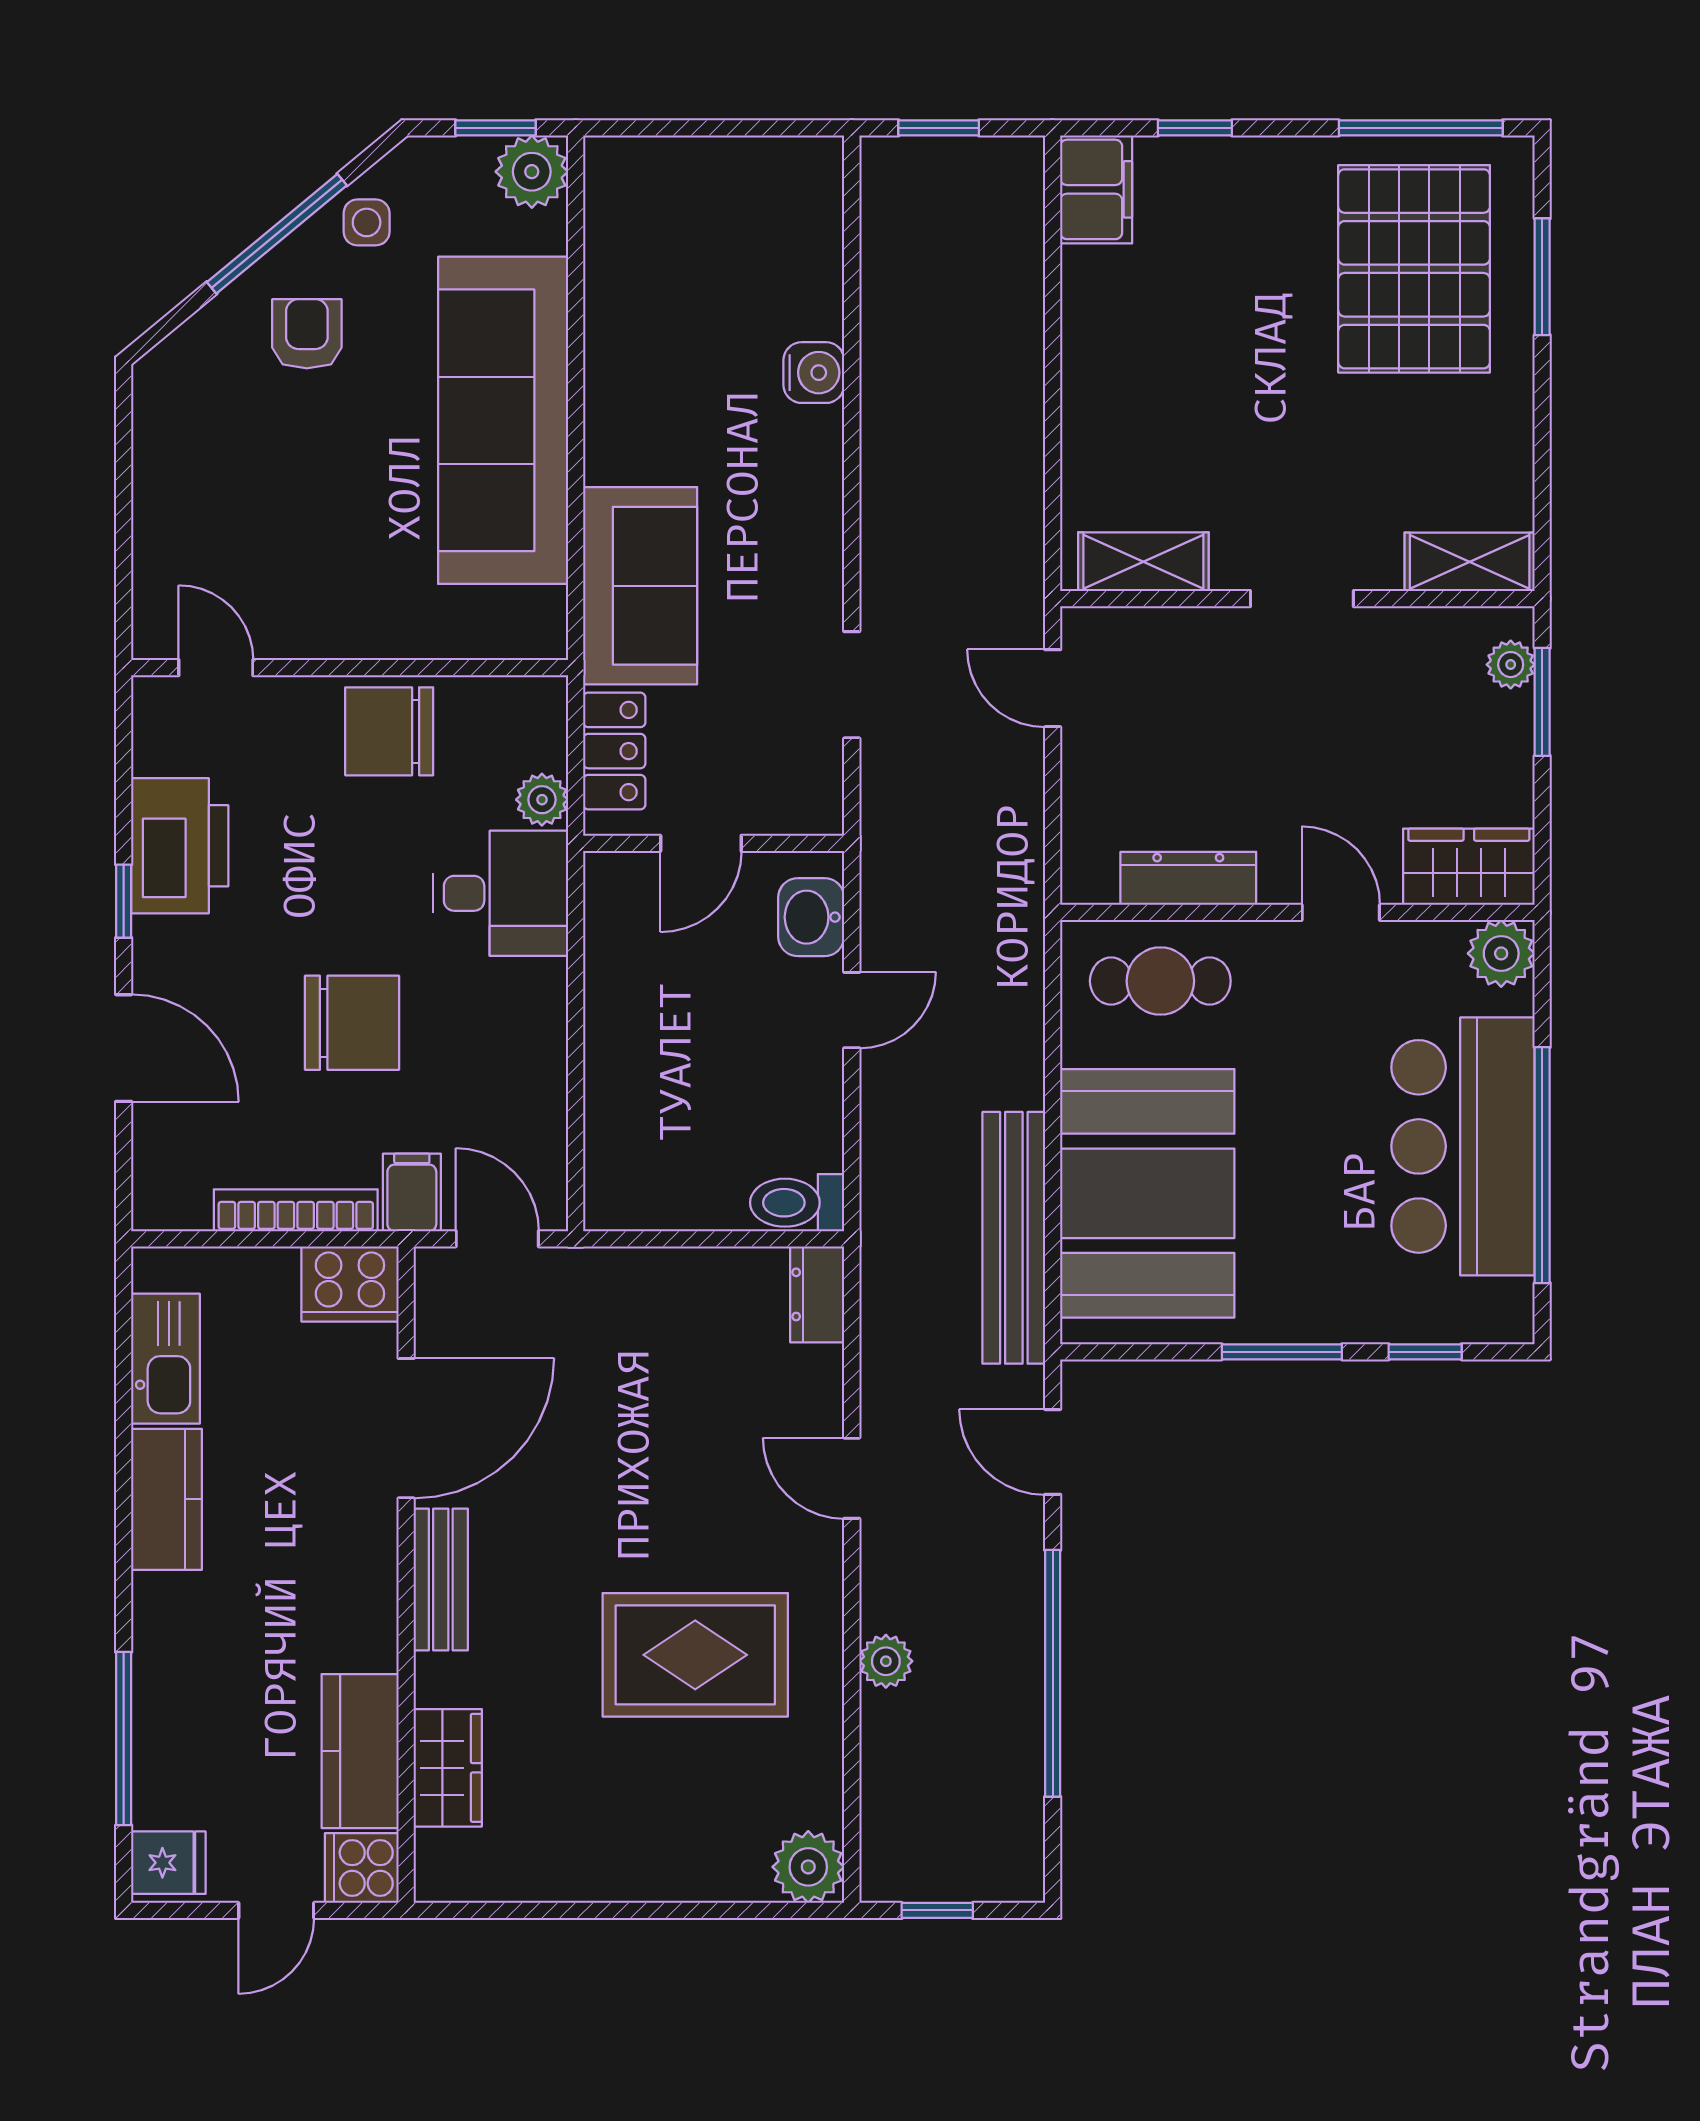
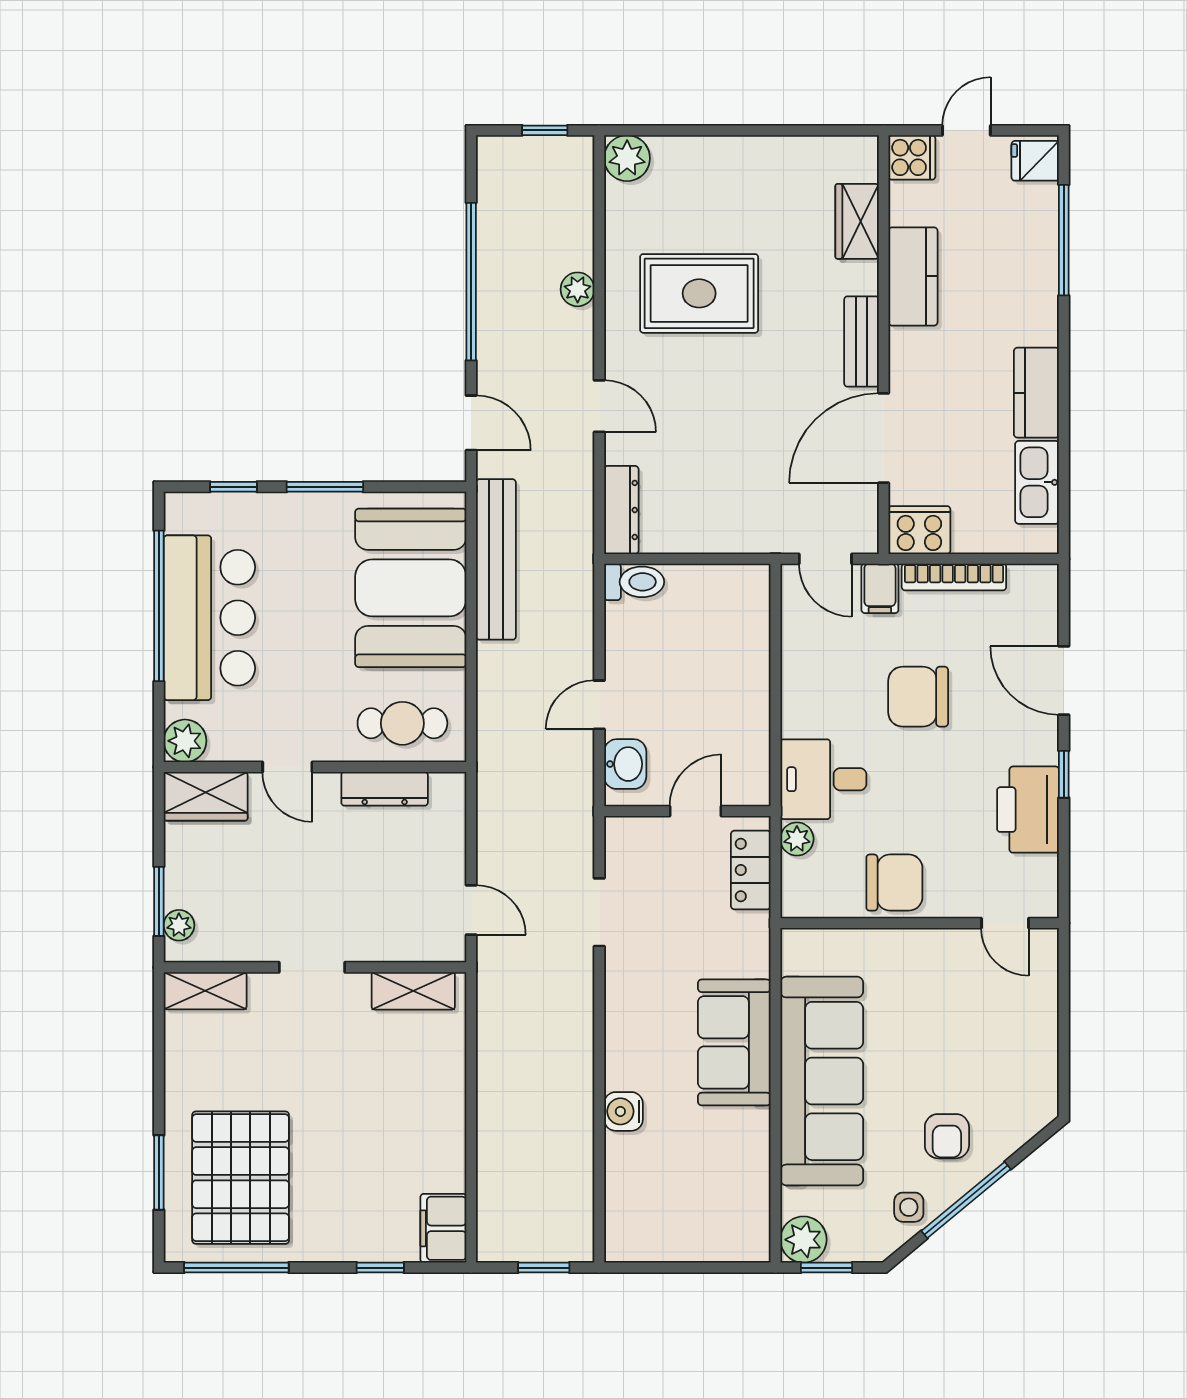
sofa: (640, 586) -> (734, 1042), moved
dresser: (817, 1294) -> (621, 510), width x1.44
kitchen counter: (360, 1751) -> (913, 276), moved

